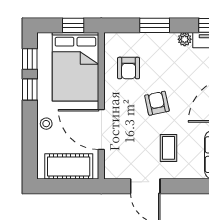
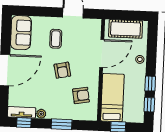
bed: (75, 67) -> (112, 98), width x0.67
armchair: (129, 68) -> (81, 95), turned 80
door: (101, 130) -> (102, 54), hinge flipped

